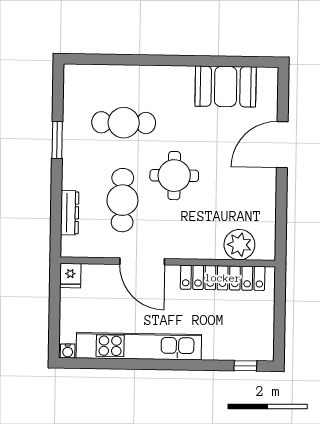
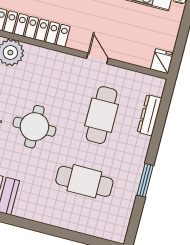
round table: (174, 176) -> (34, 127), moved
door: (142, 261) -> (97, 58), width x0.53

